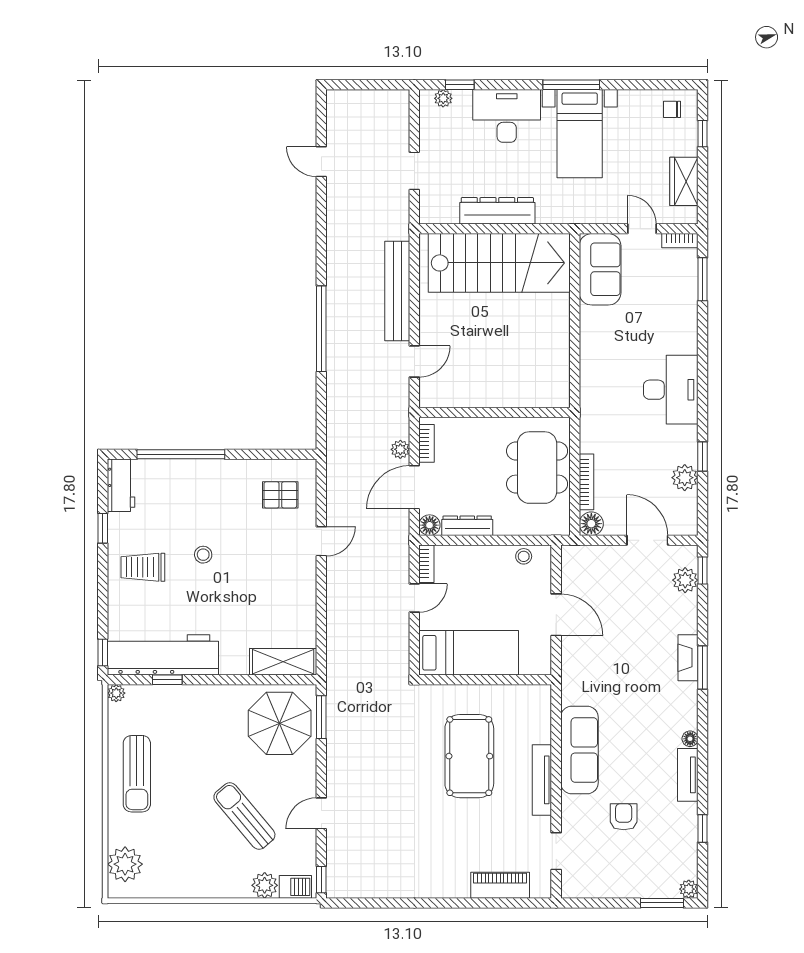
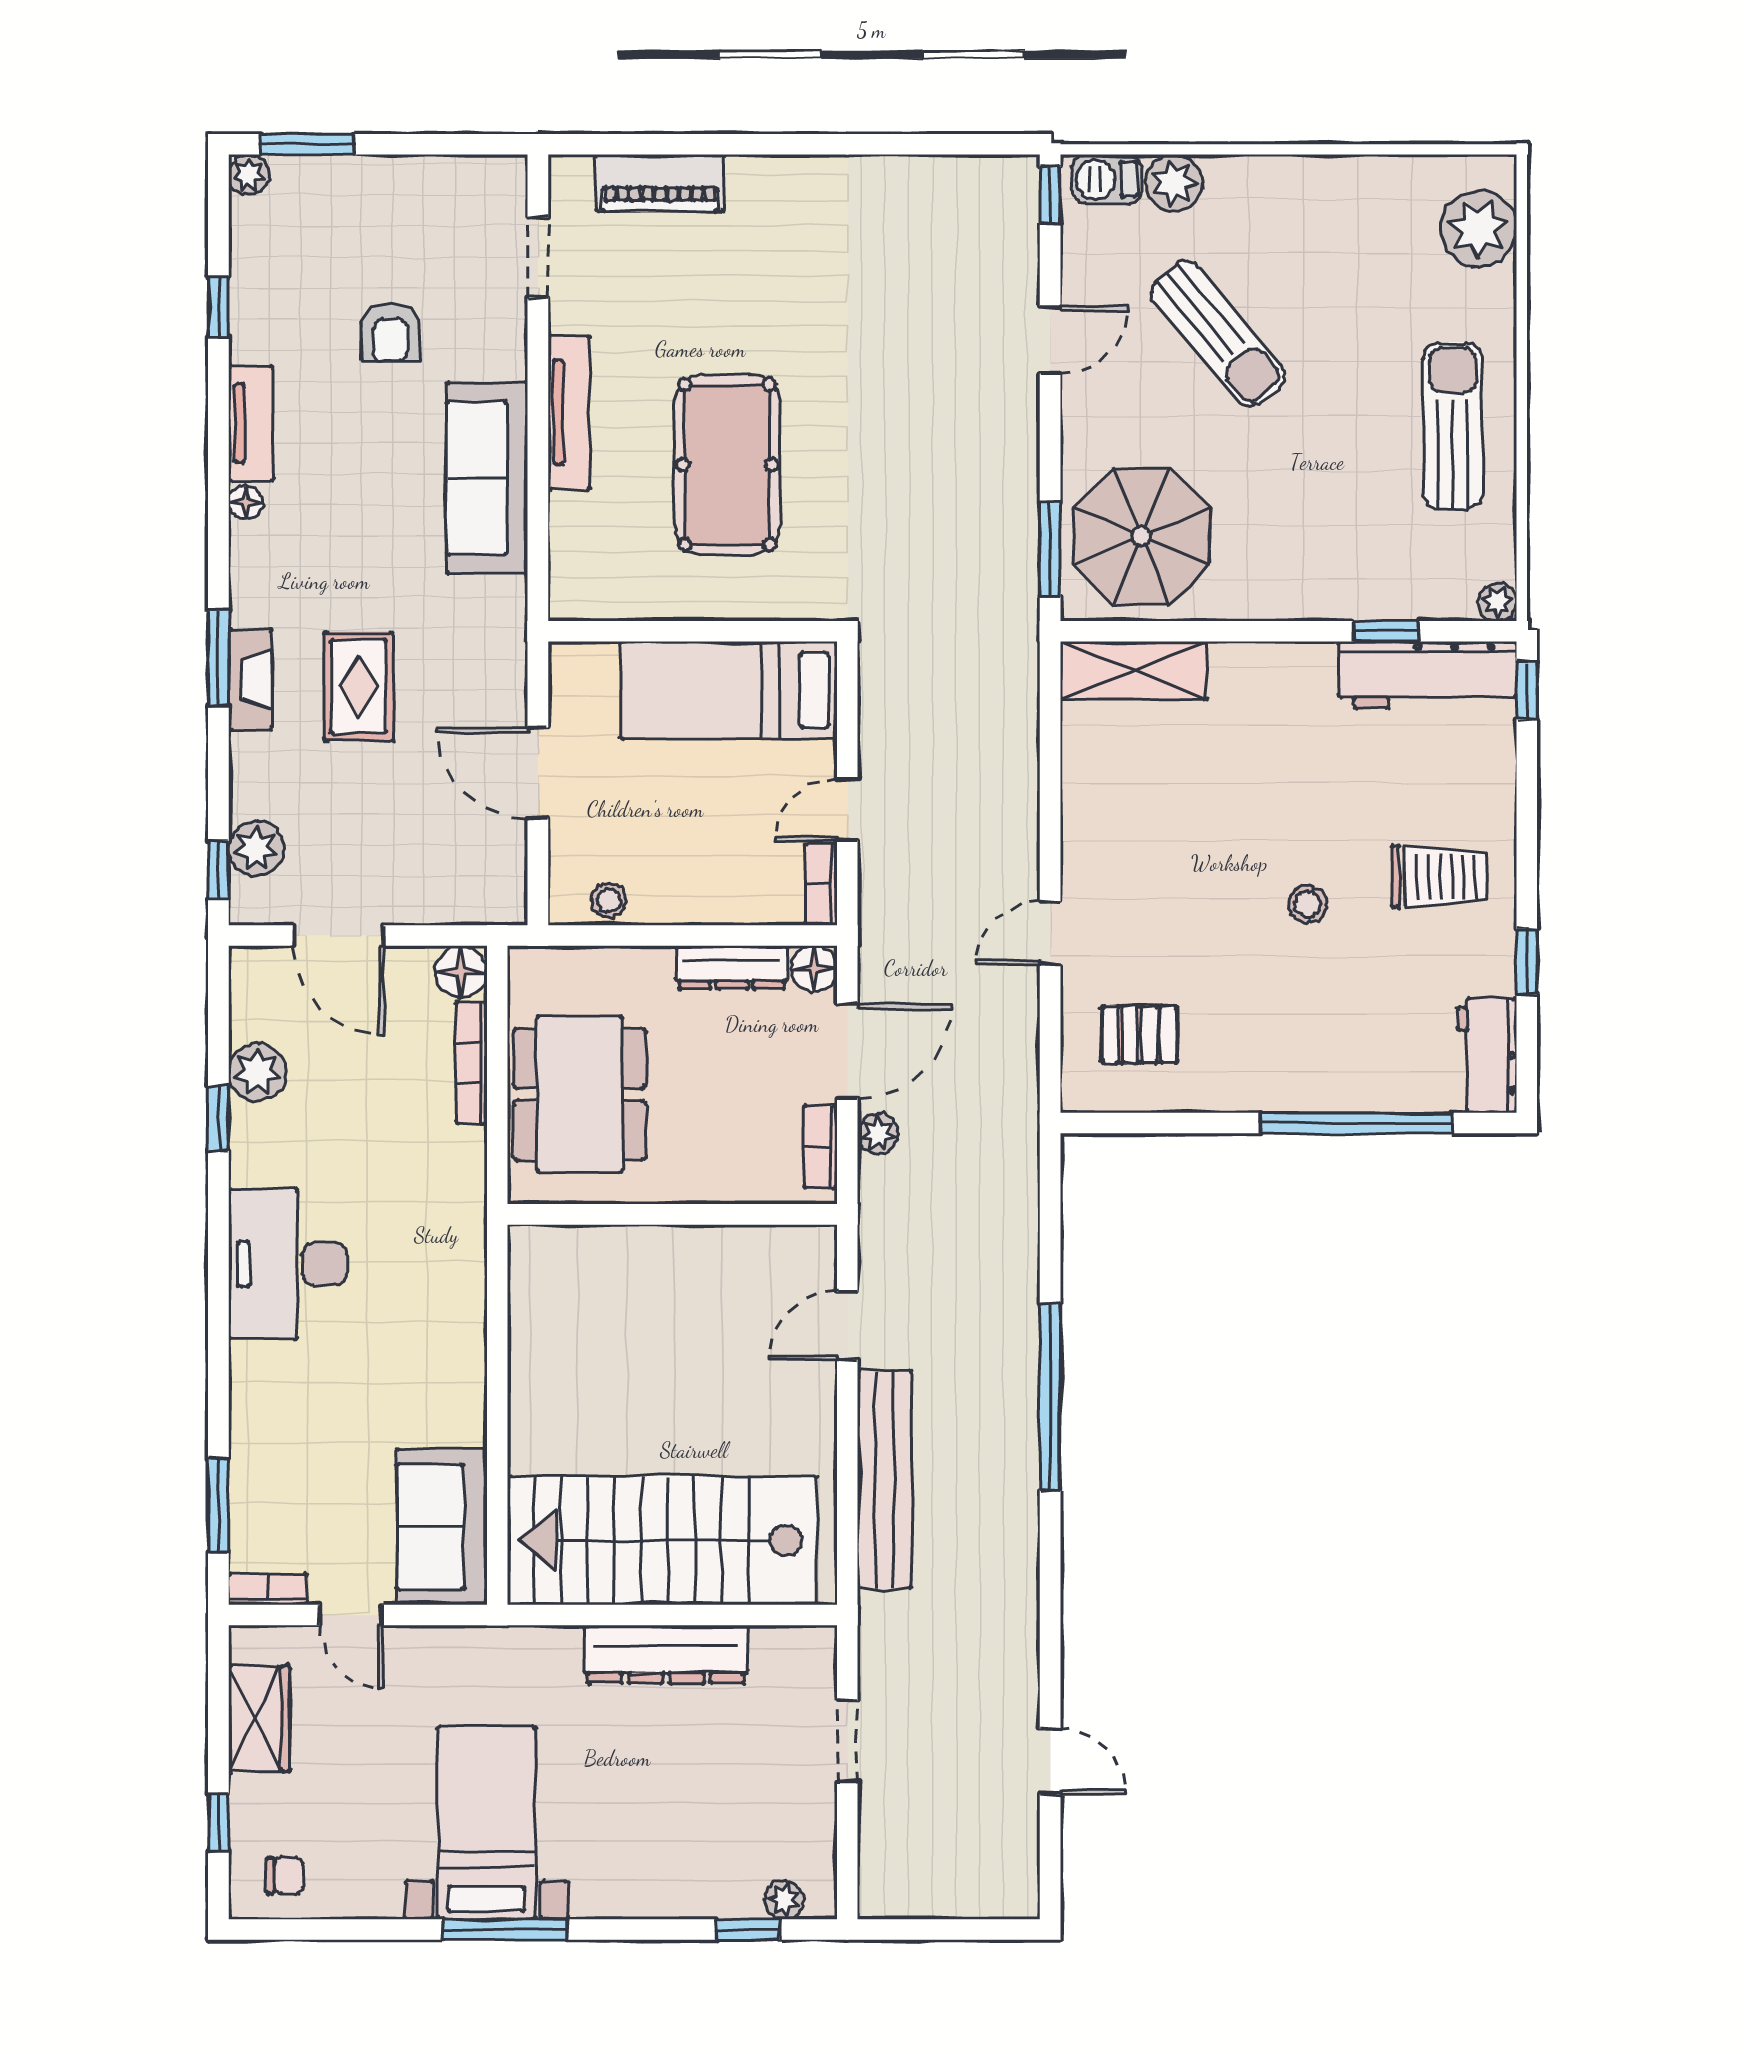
desk: (507, 116) -> (646, 1861), removed
rug: (638, 654) -> (359, 686), added
workbench: (163, 655) -> (1428, 675), width x0.73, depth x0.76

